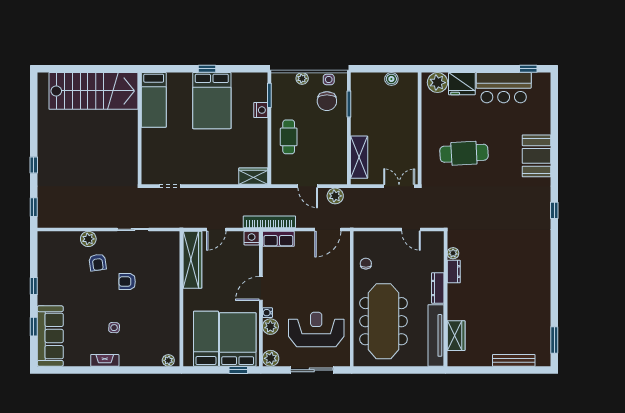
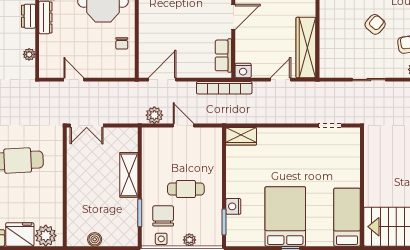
cafe table: (289, 137) -> (186, 189), moved, turned 90
shelving: (359, 157) -> (129, 175), moved
row of seats: (278, 239) -> (223, 55), moved, turned -90
dresser: (454, 272) -> (28, 16), moved
armchair: (127, 282) -> (375, 24), turned -49

